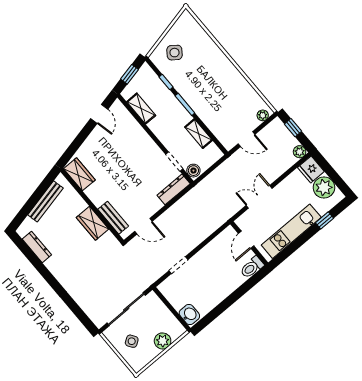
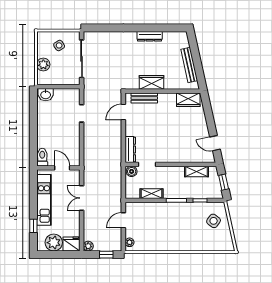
double door: (259, 197) -> (82, 198), swing flipped
dresser: (37, 247) -> (150, 36), moved

